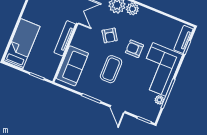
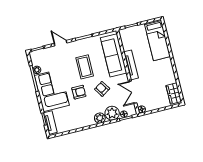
sofa: (72, 66) -> (114, 55), width x1.36

